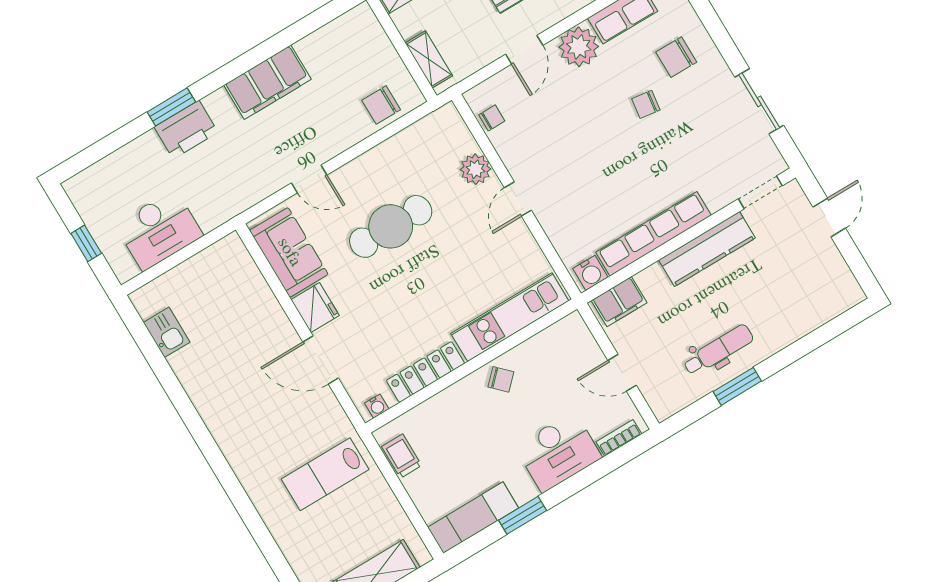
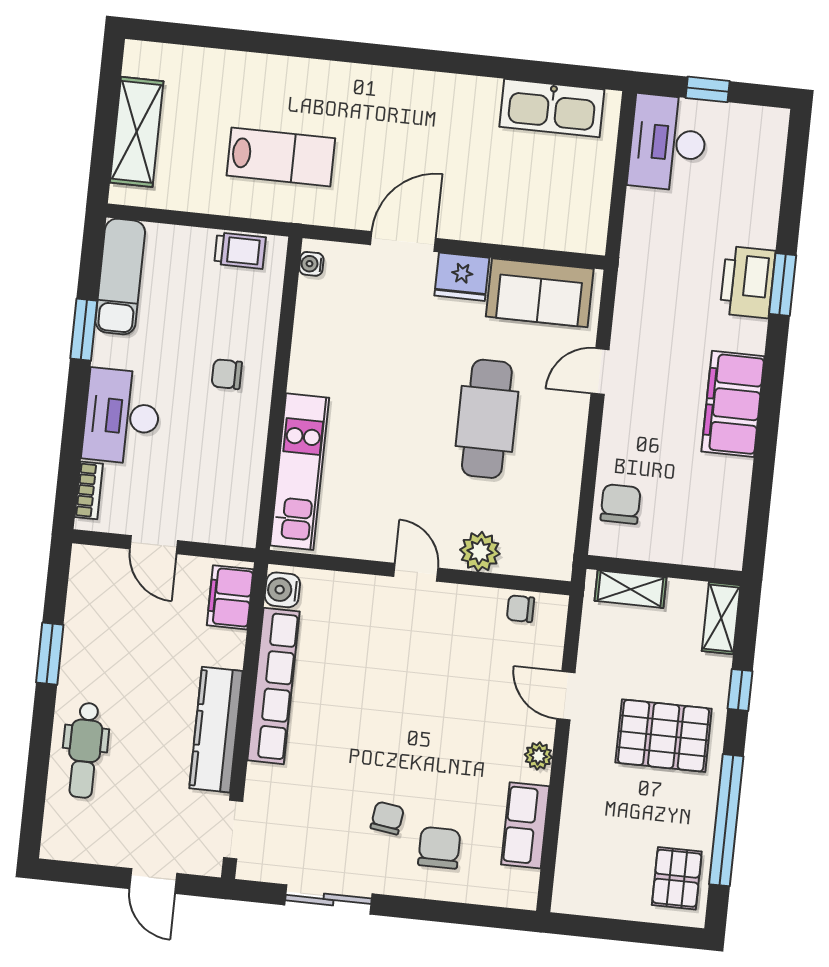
plant: (579, 47) -> (538, 756), width x0.53, depth x0.53
chair: (646, 104) -> (387, 818), moved
chair: (492, 118) -> (520, 609), turned 90
desk: (159, 230) -> (668, 143), moved
kitchen sink: (167, 332) -> (552, 108), width x1.87, depth x1.24
dental chair: (718, 350) -> (85, 750), moved
locker: (425, 372) -> (309, 341), removed
door: (622, 373) -> (154, 545), swing flipped
chair: (501, 379) -> (227, 374), moved, turned 45
lab bench: (325, 474) -> (281, 157), turned 90

